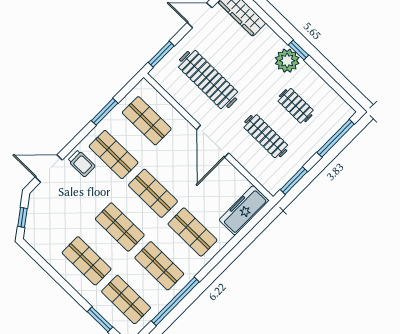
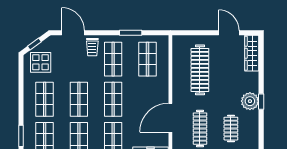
window: (161, 54) -> (189, 33), removed
door: (213, 141) -> (170, 118), moved
display table: (46, 229) -> (41, 62), added

